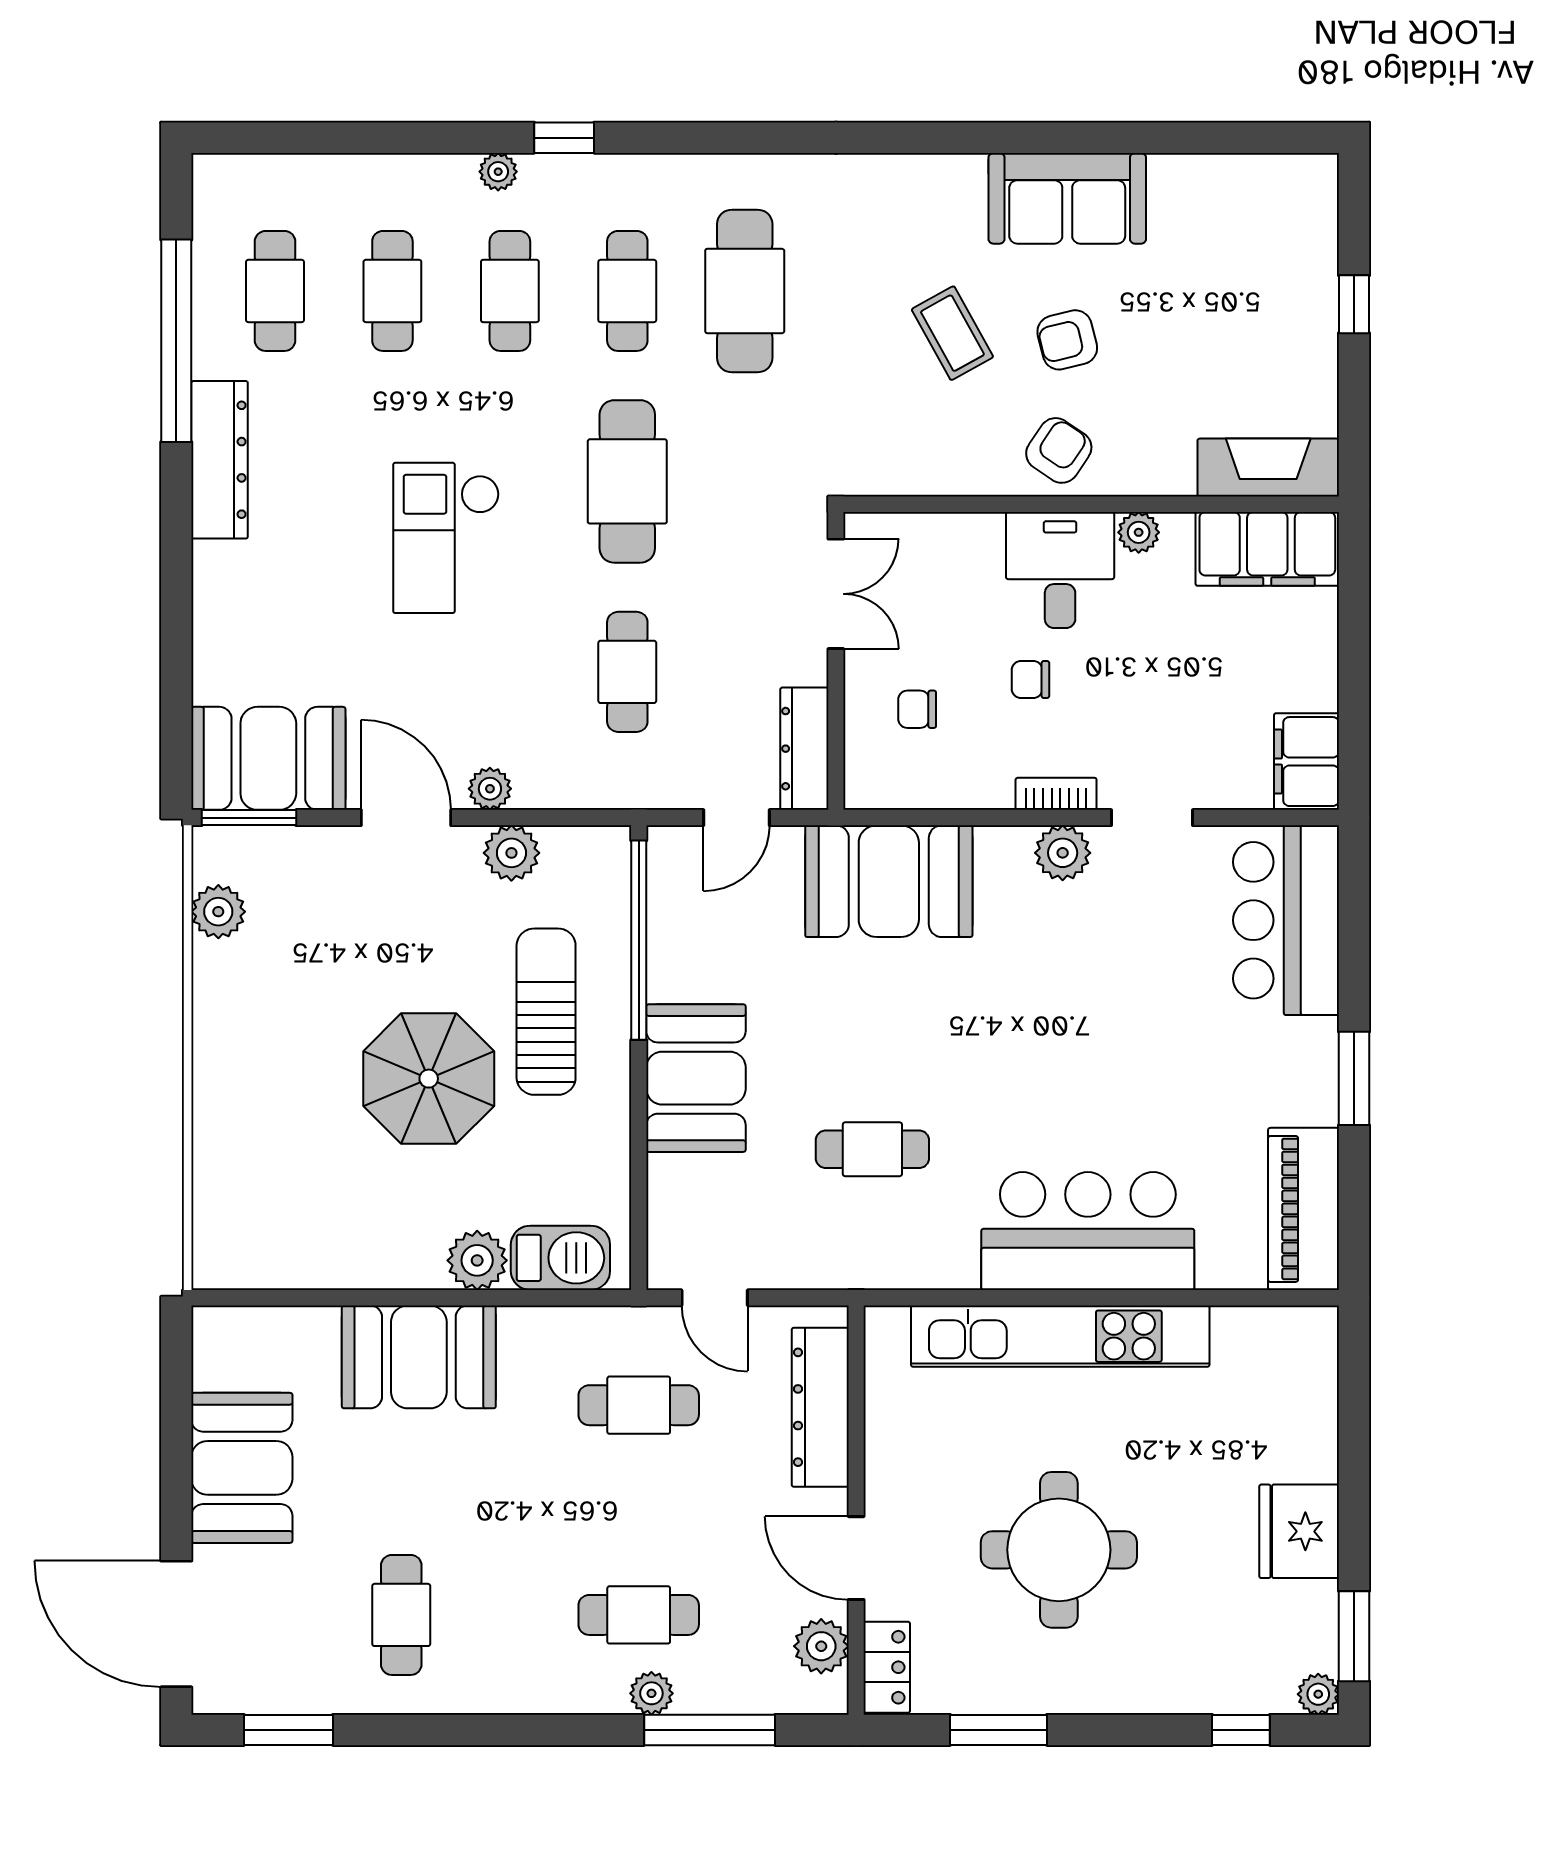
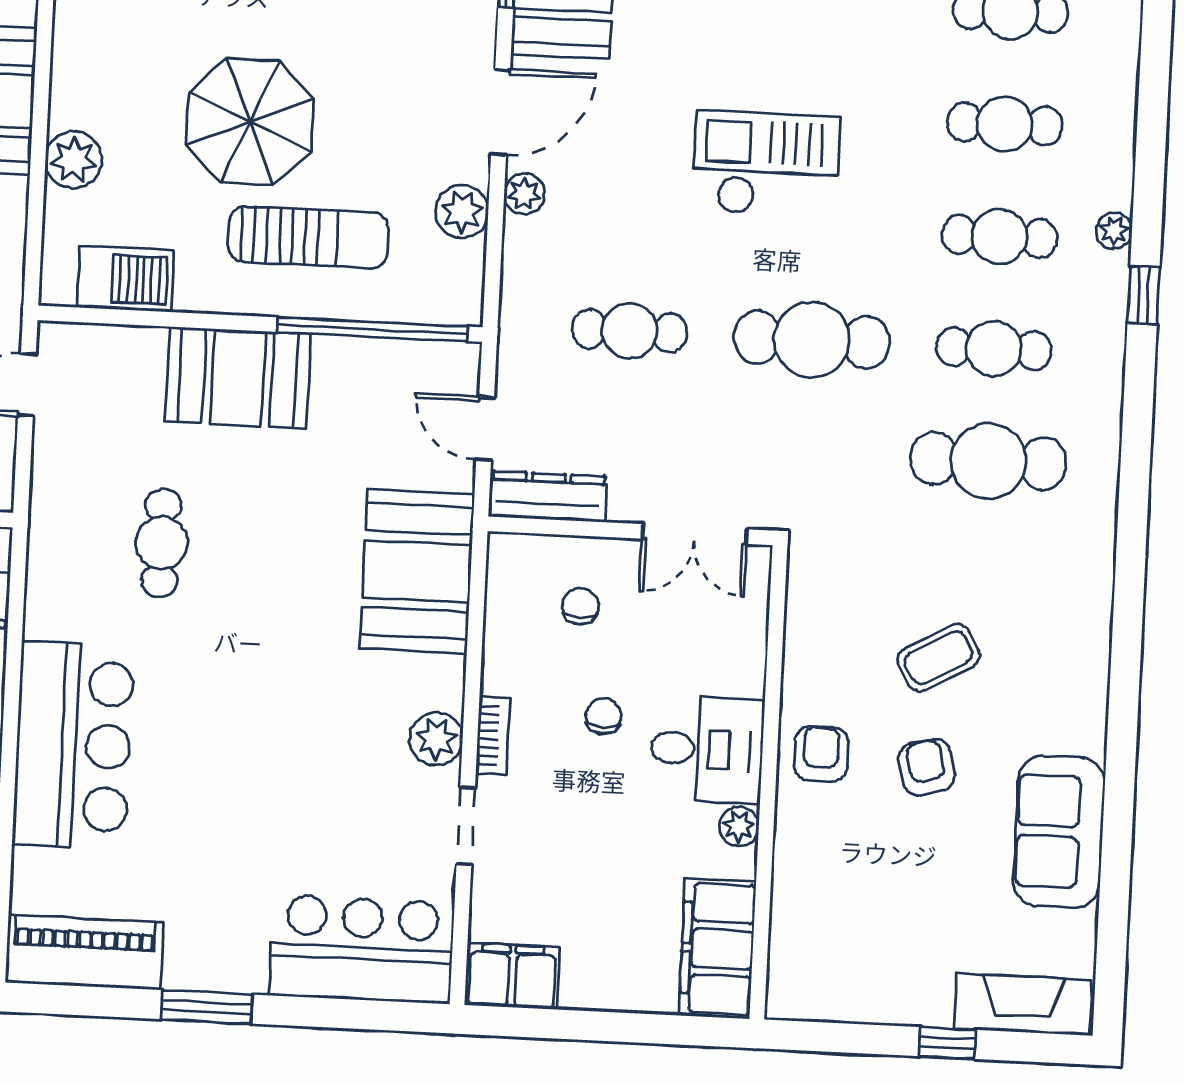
sofa: (1067, 198) -> (1059, 832), moved
armchair: (1059, 450) -> (821, 754), turned -124
fireplace: (1268, 468) -> (1023, 1004), moved, turned -90
barbecue: (560, 1258) -> (126, 279), moved, turned -90

